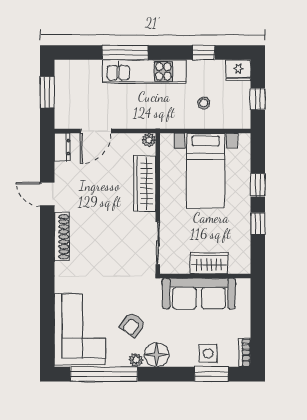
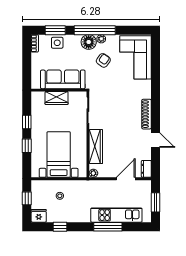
kitchen unit: (144, 71) -> (116, 215), moved
window: (104, 374) -> (95, 30), moved

